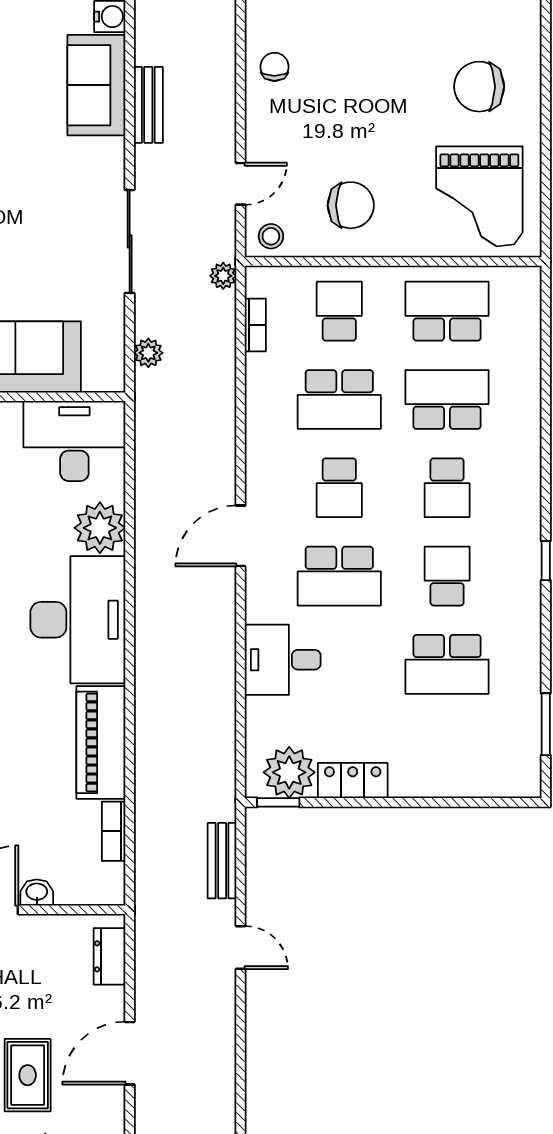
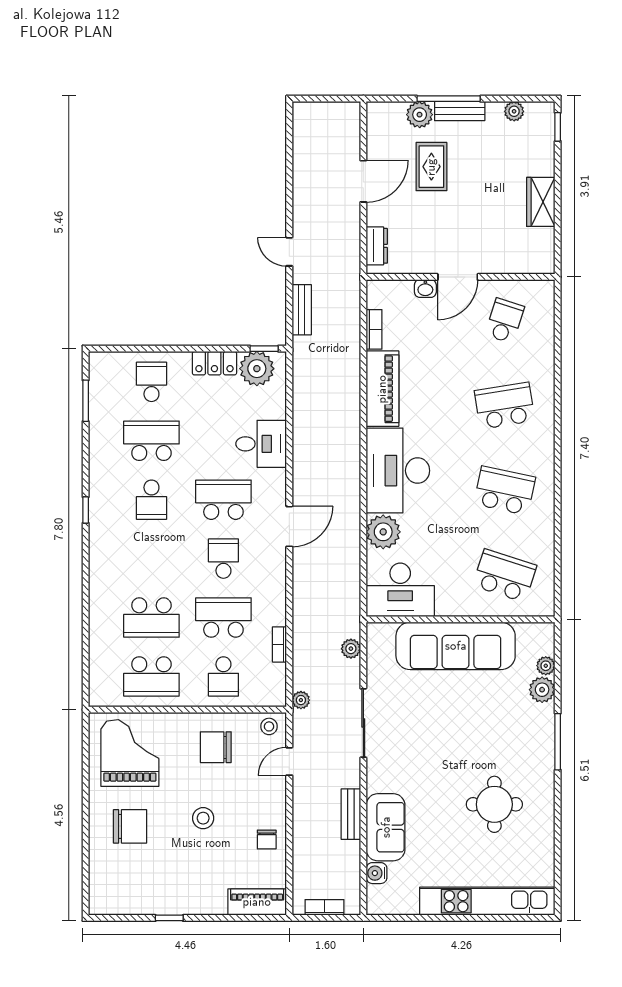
stool: (370, 99) -> (203, 818), added
bookcase: (255, 325) -> (279, 644), moved
school desk: (447, 488) -> (151, 382), moved

